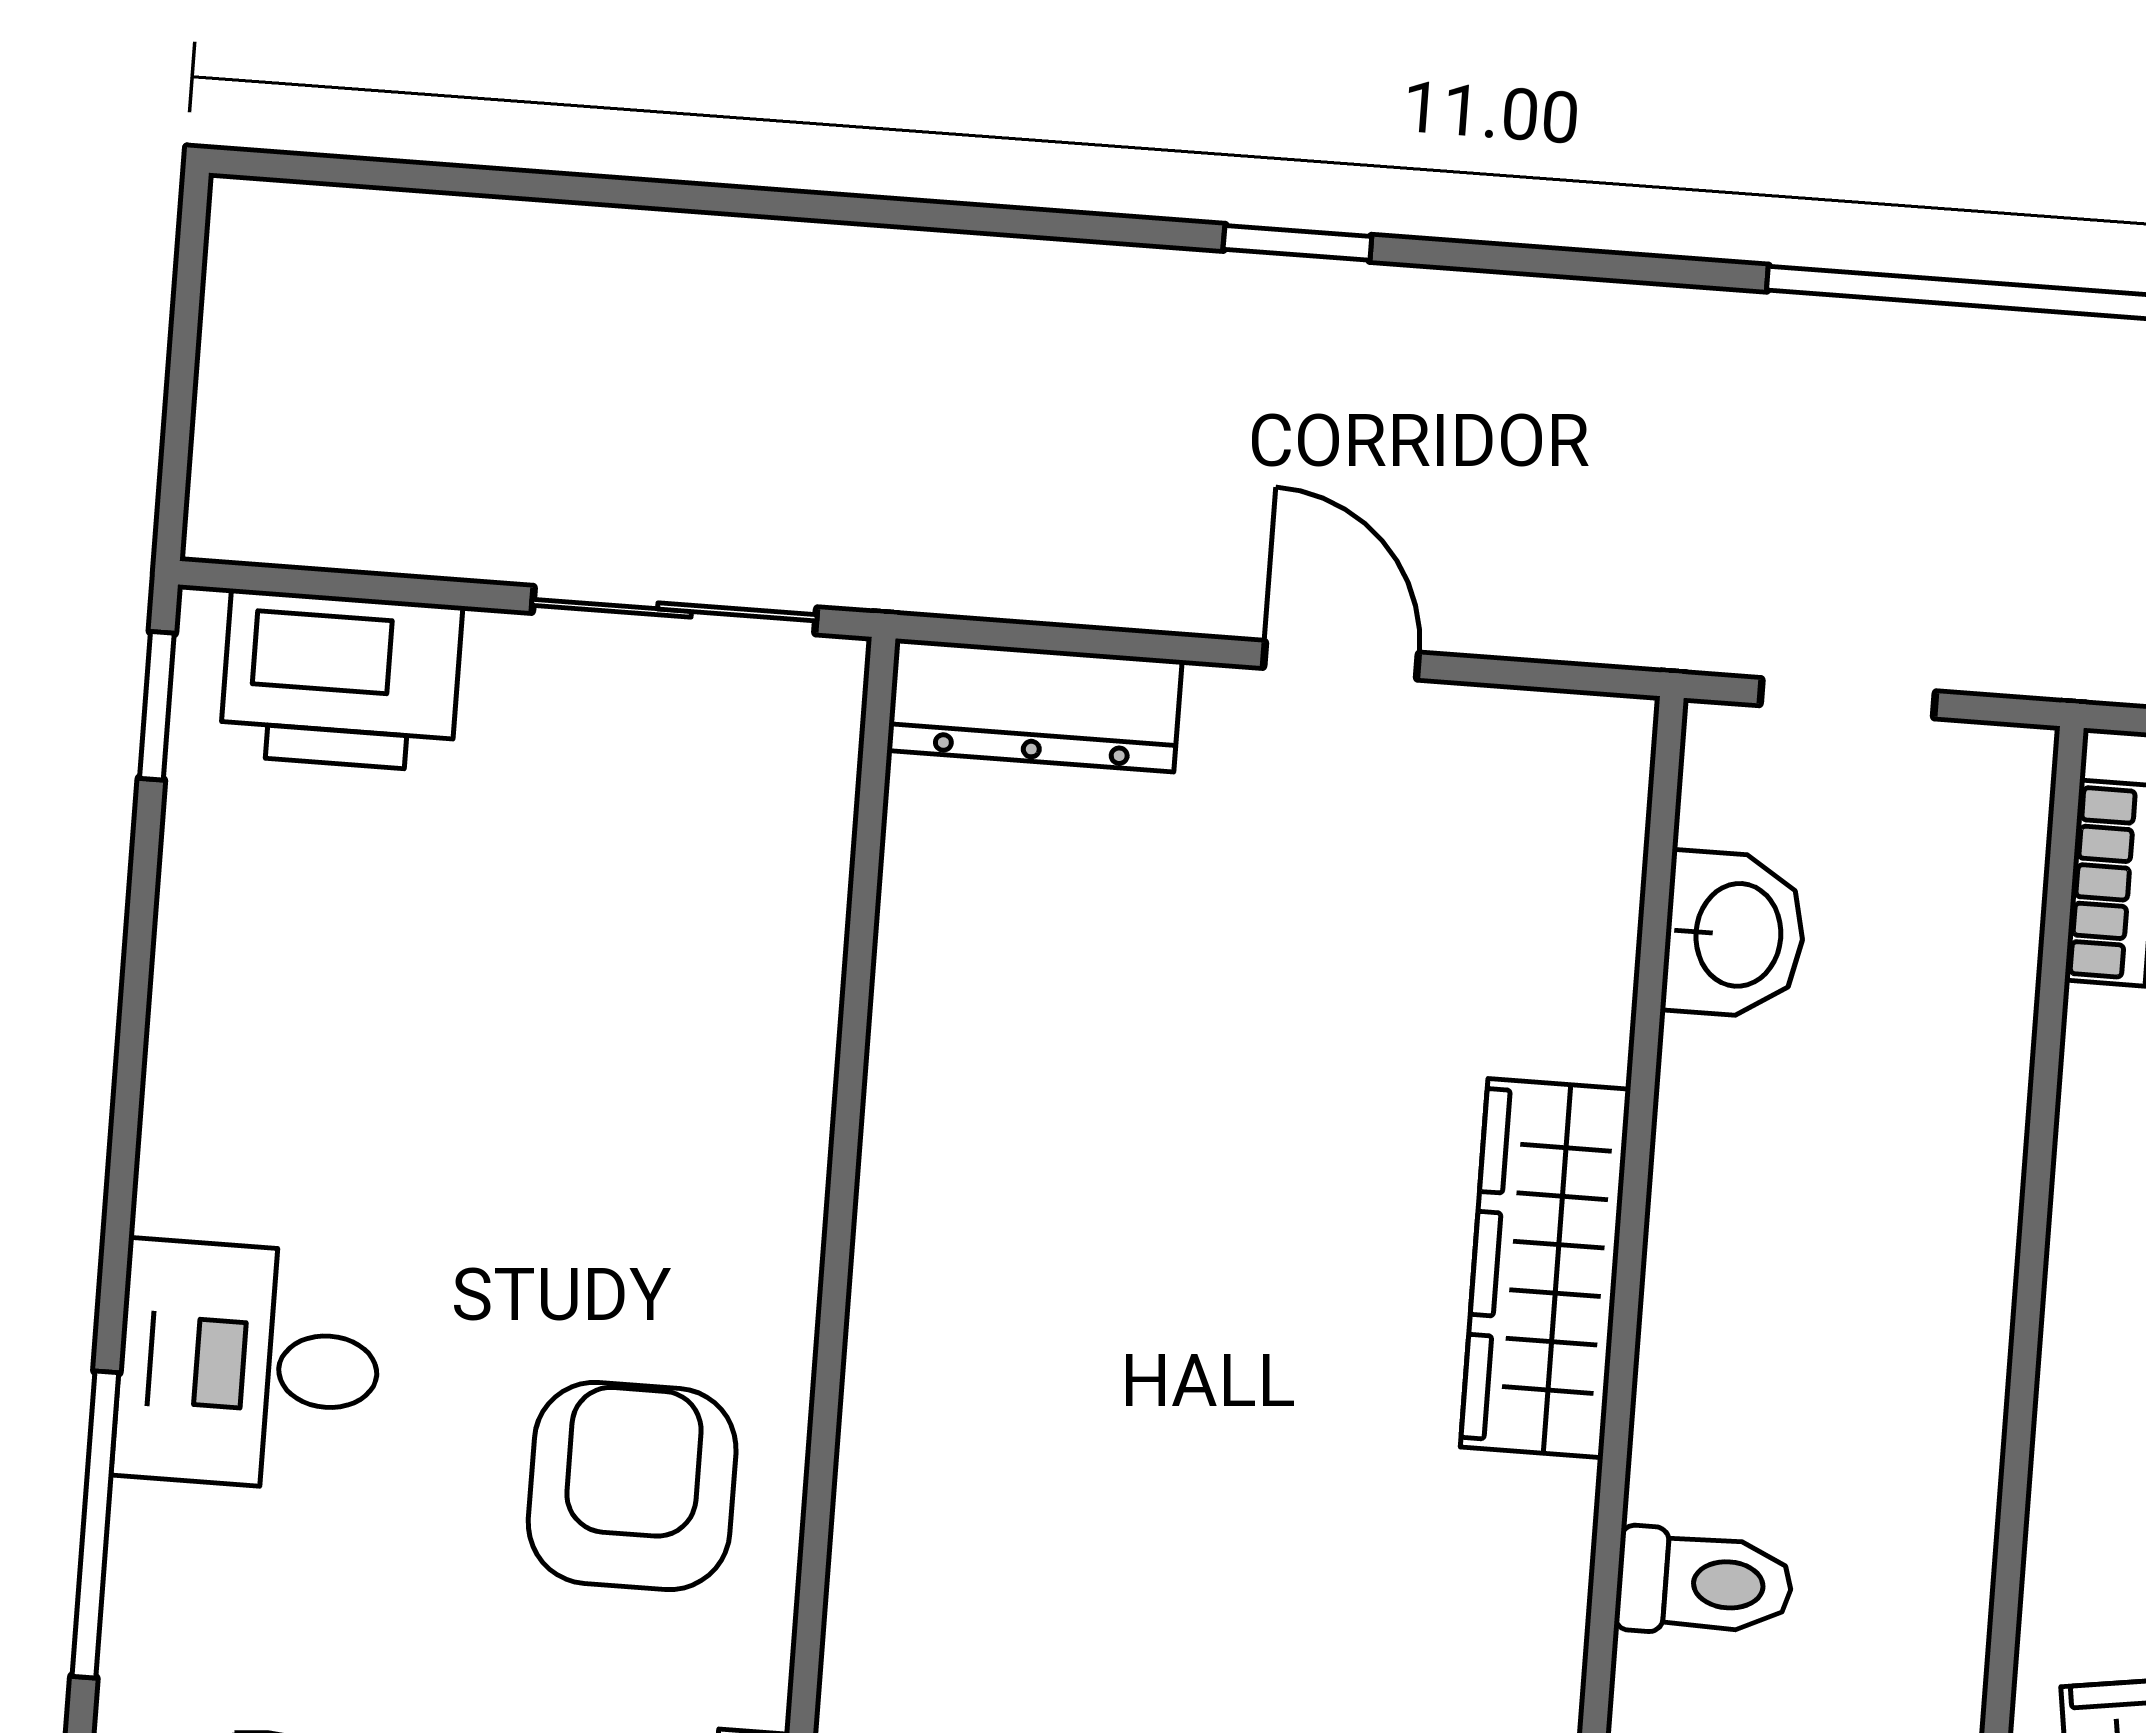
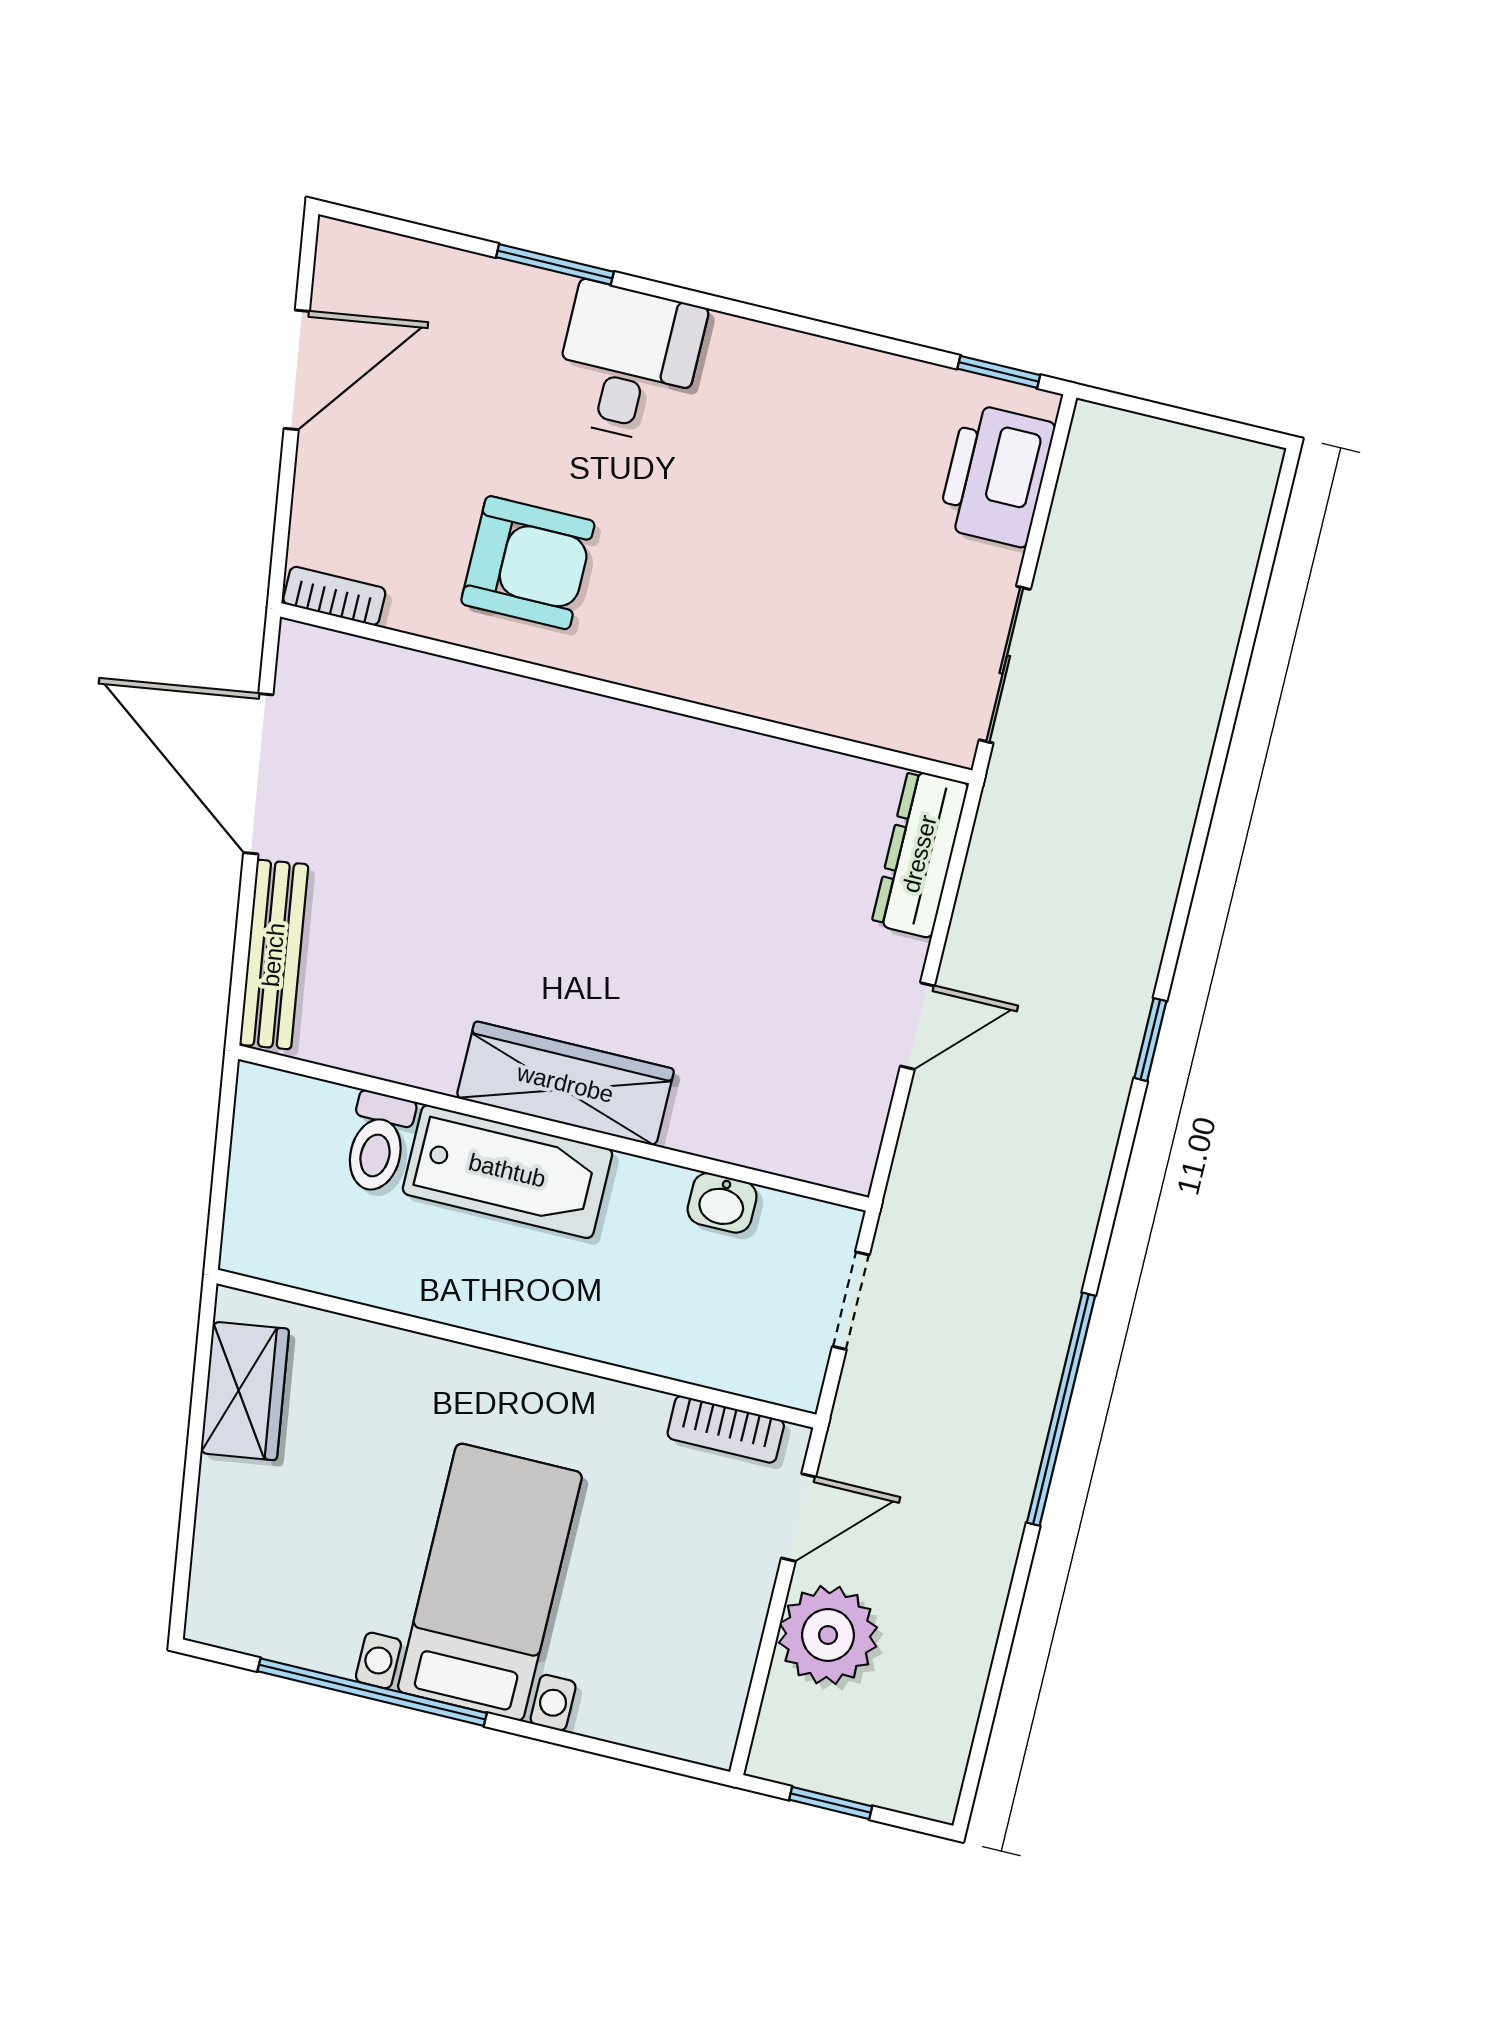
washbasin: (1734, 935) -> (722, 1203), width x0.72, depth x0.69
bathtub: (1718, 1345) -> (507, 1171), added
window: (95, 1525) -> (555, 264), width x0.69

